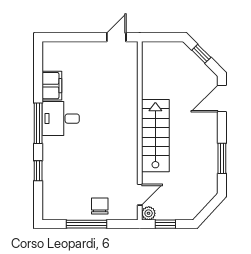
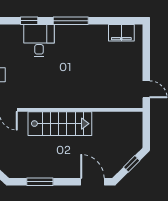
filing cabinet: (52, 86) -> (121, 33), moved
desk: (61, 119) -> (39, 41), moved

